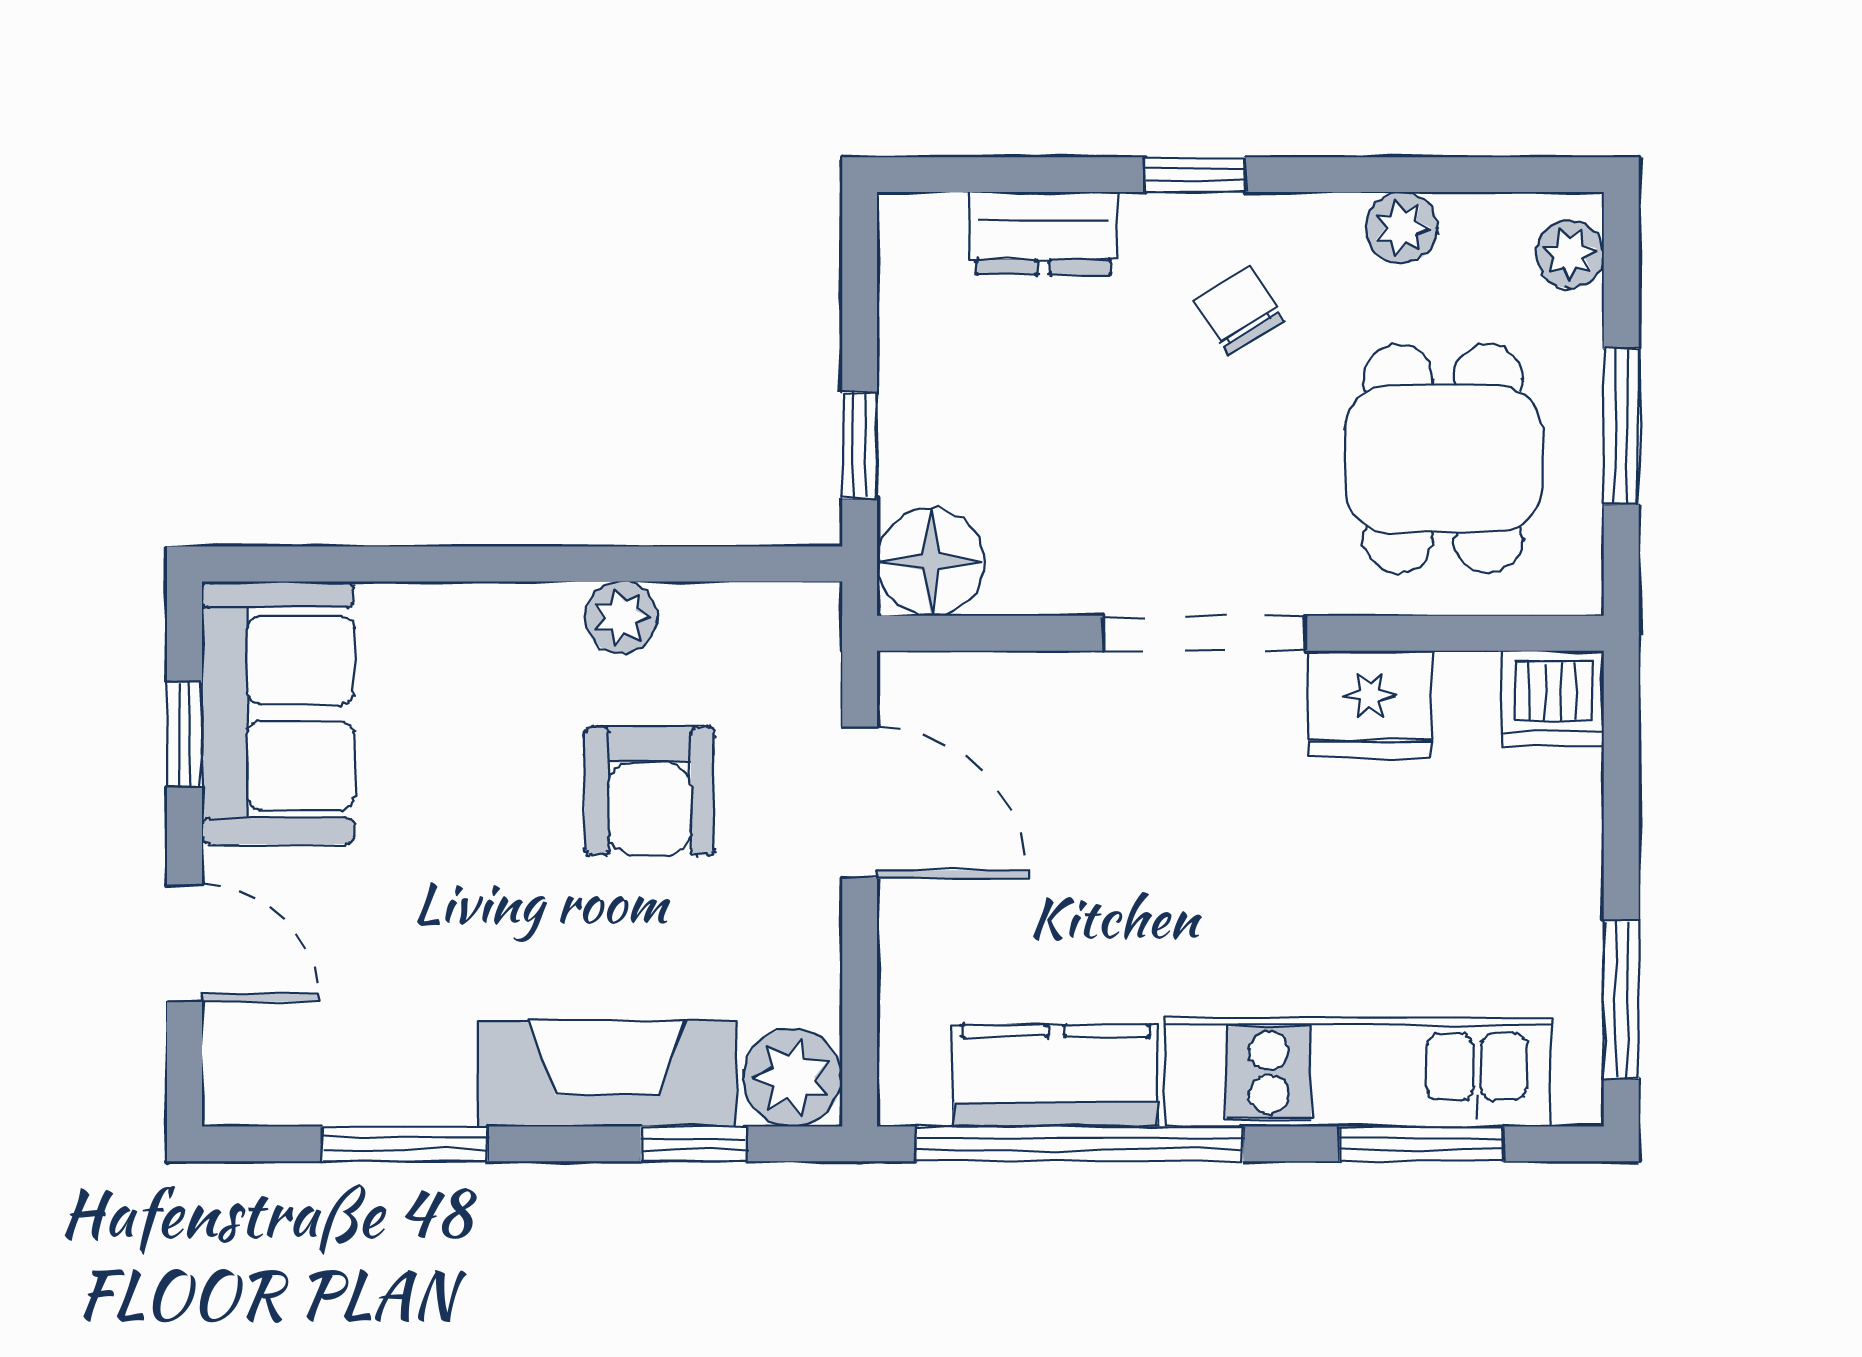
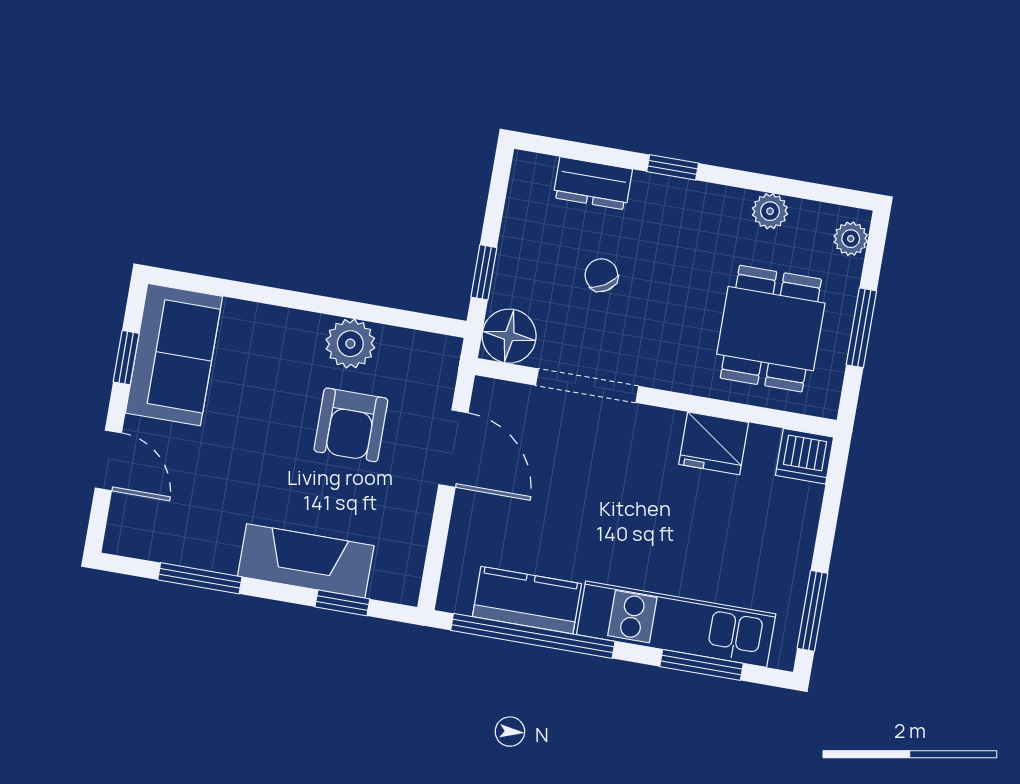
chair: (1239, 311) -> (601, 275), moved
plant: (621, 617) -> (350, 344), width x1.38, depth x1.38
doorway: (1204, 633) -> (587, 386), moved
plant: (792, 1077) -> (397, 579), removed

